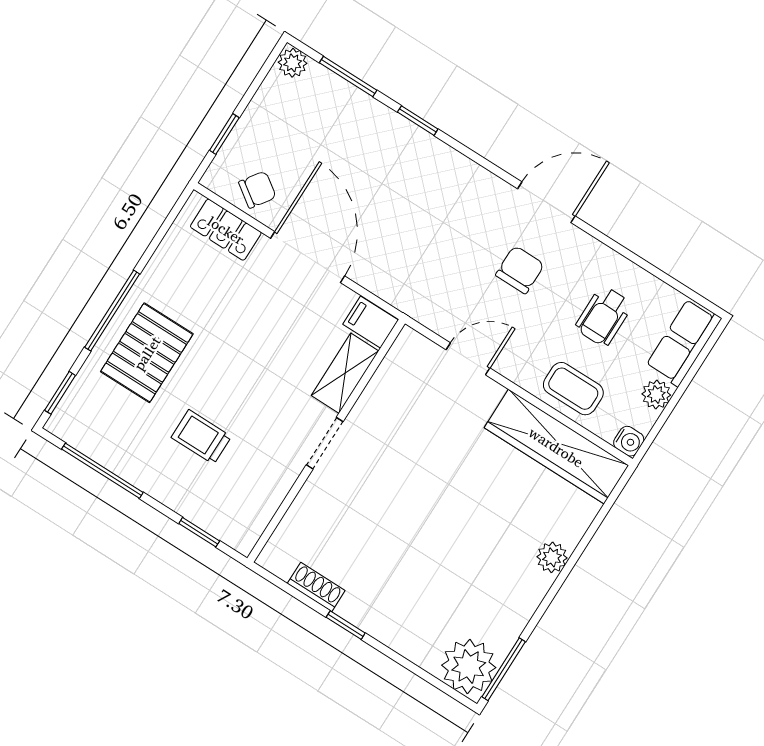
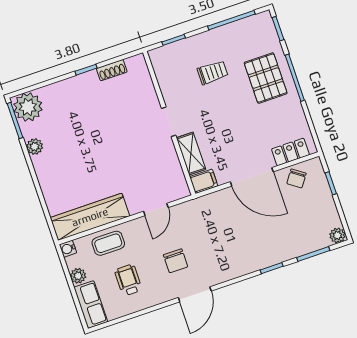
plant: (552, 557) -> (35, 147), moved

